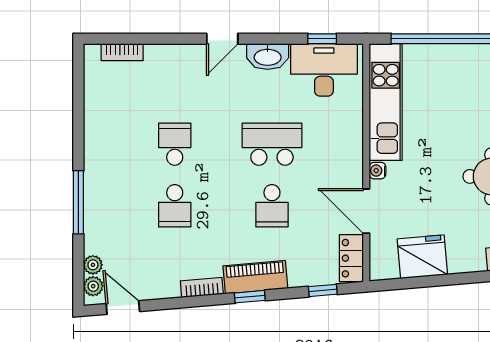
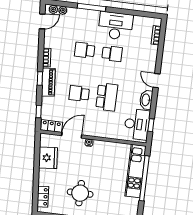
kitchen unit: (386, 102) -> (136, 171), moved, turned 90
desk: (112, 144) -> (116, 26), added

